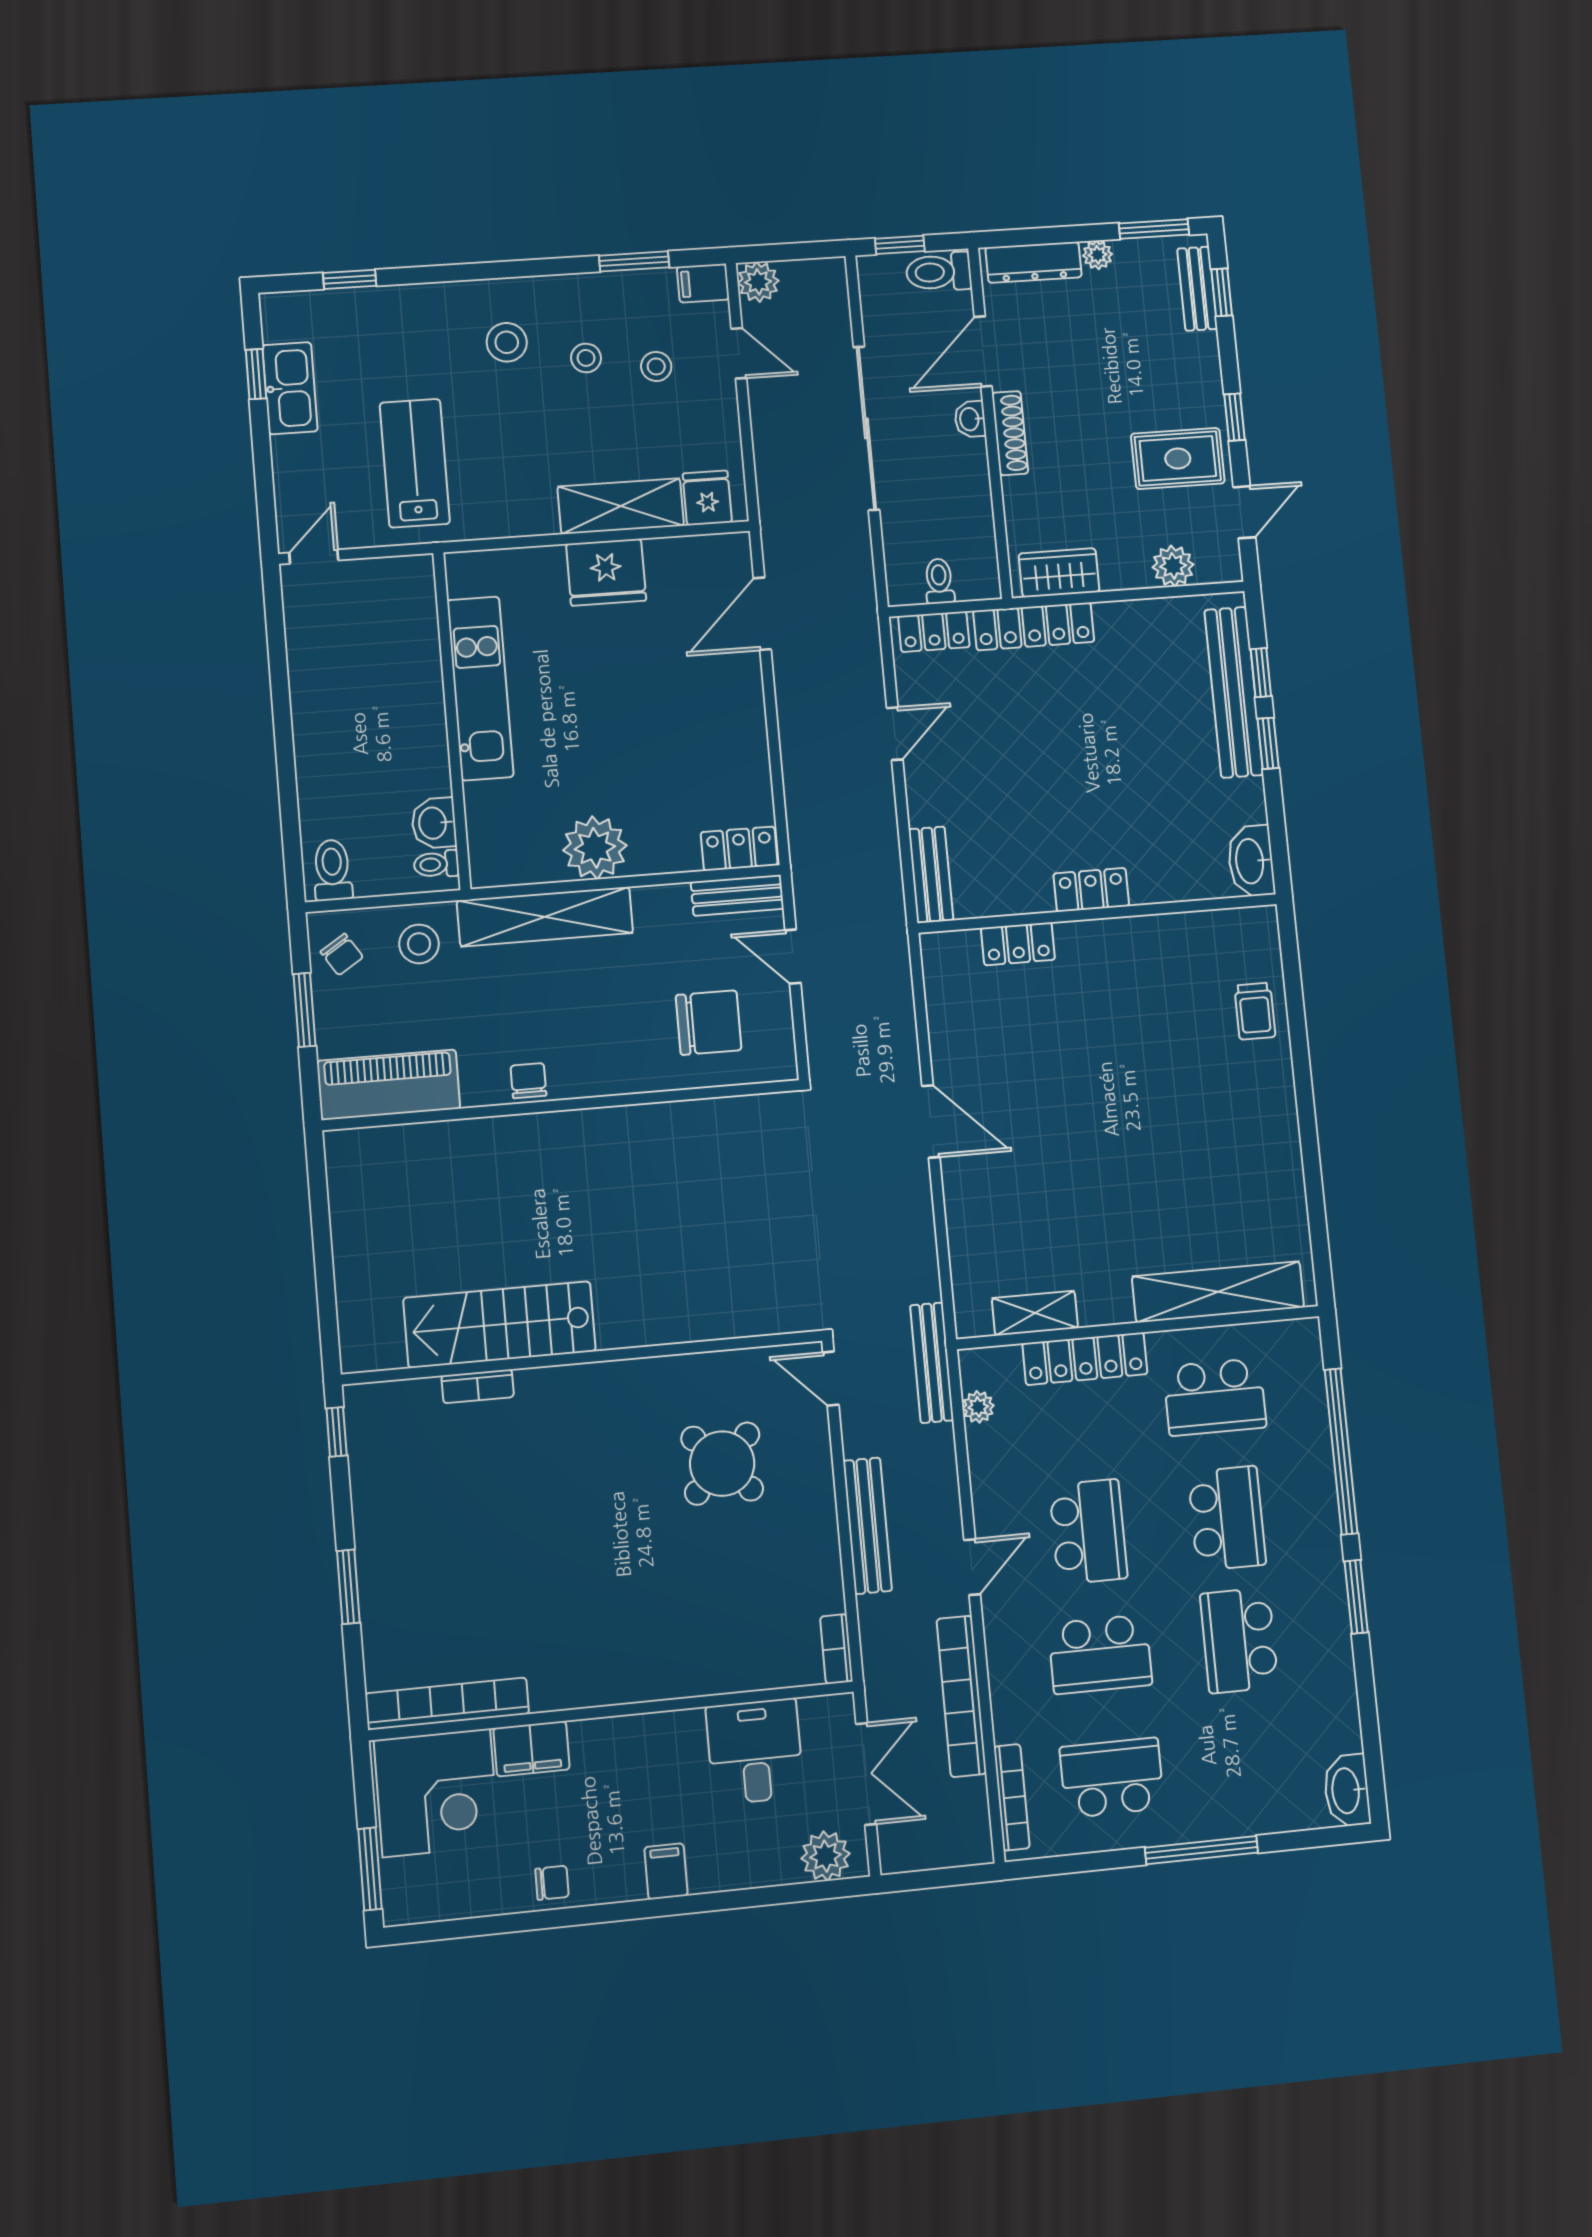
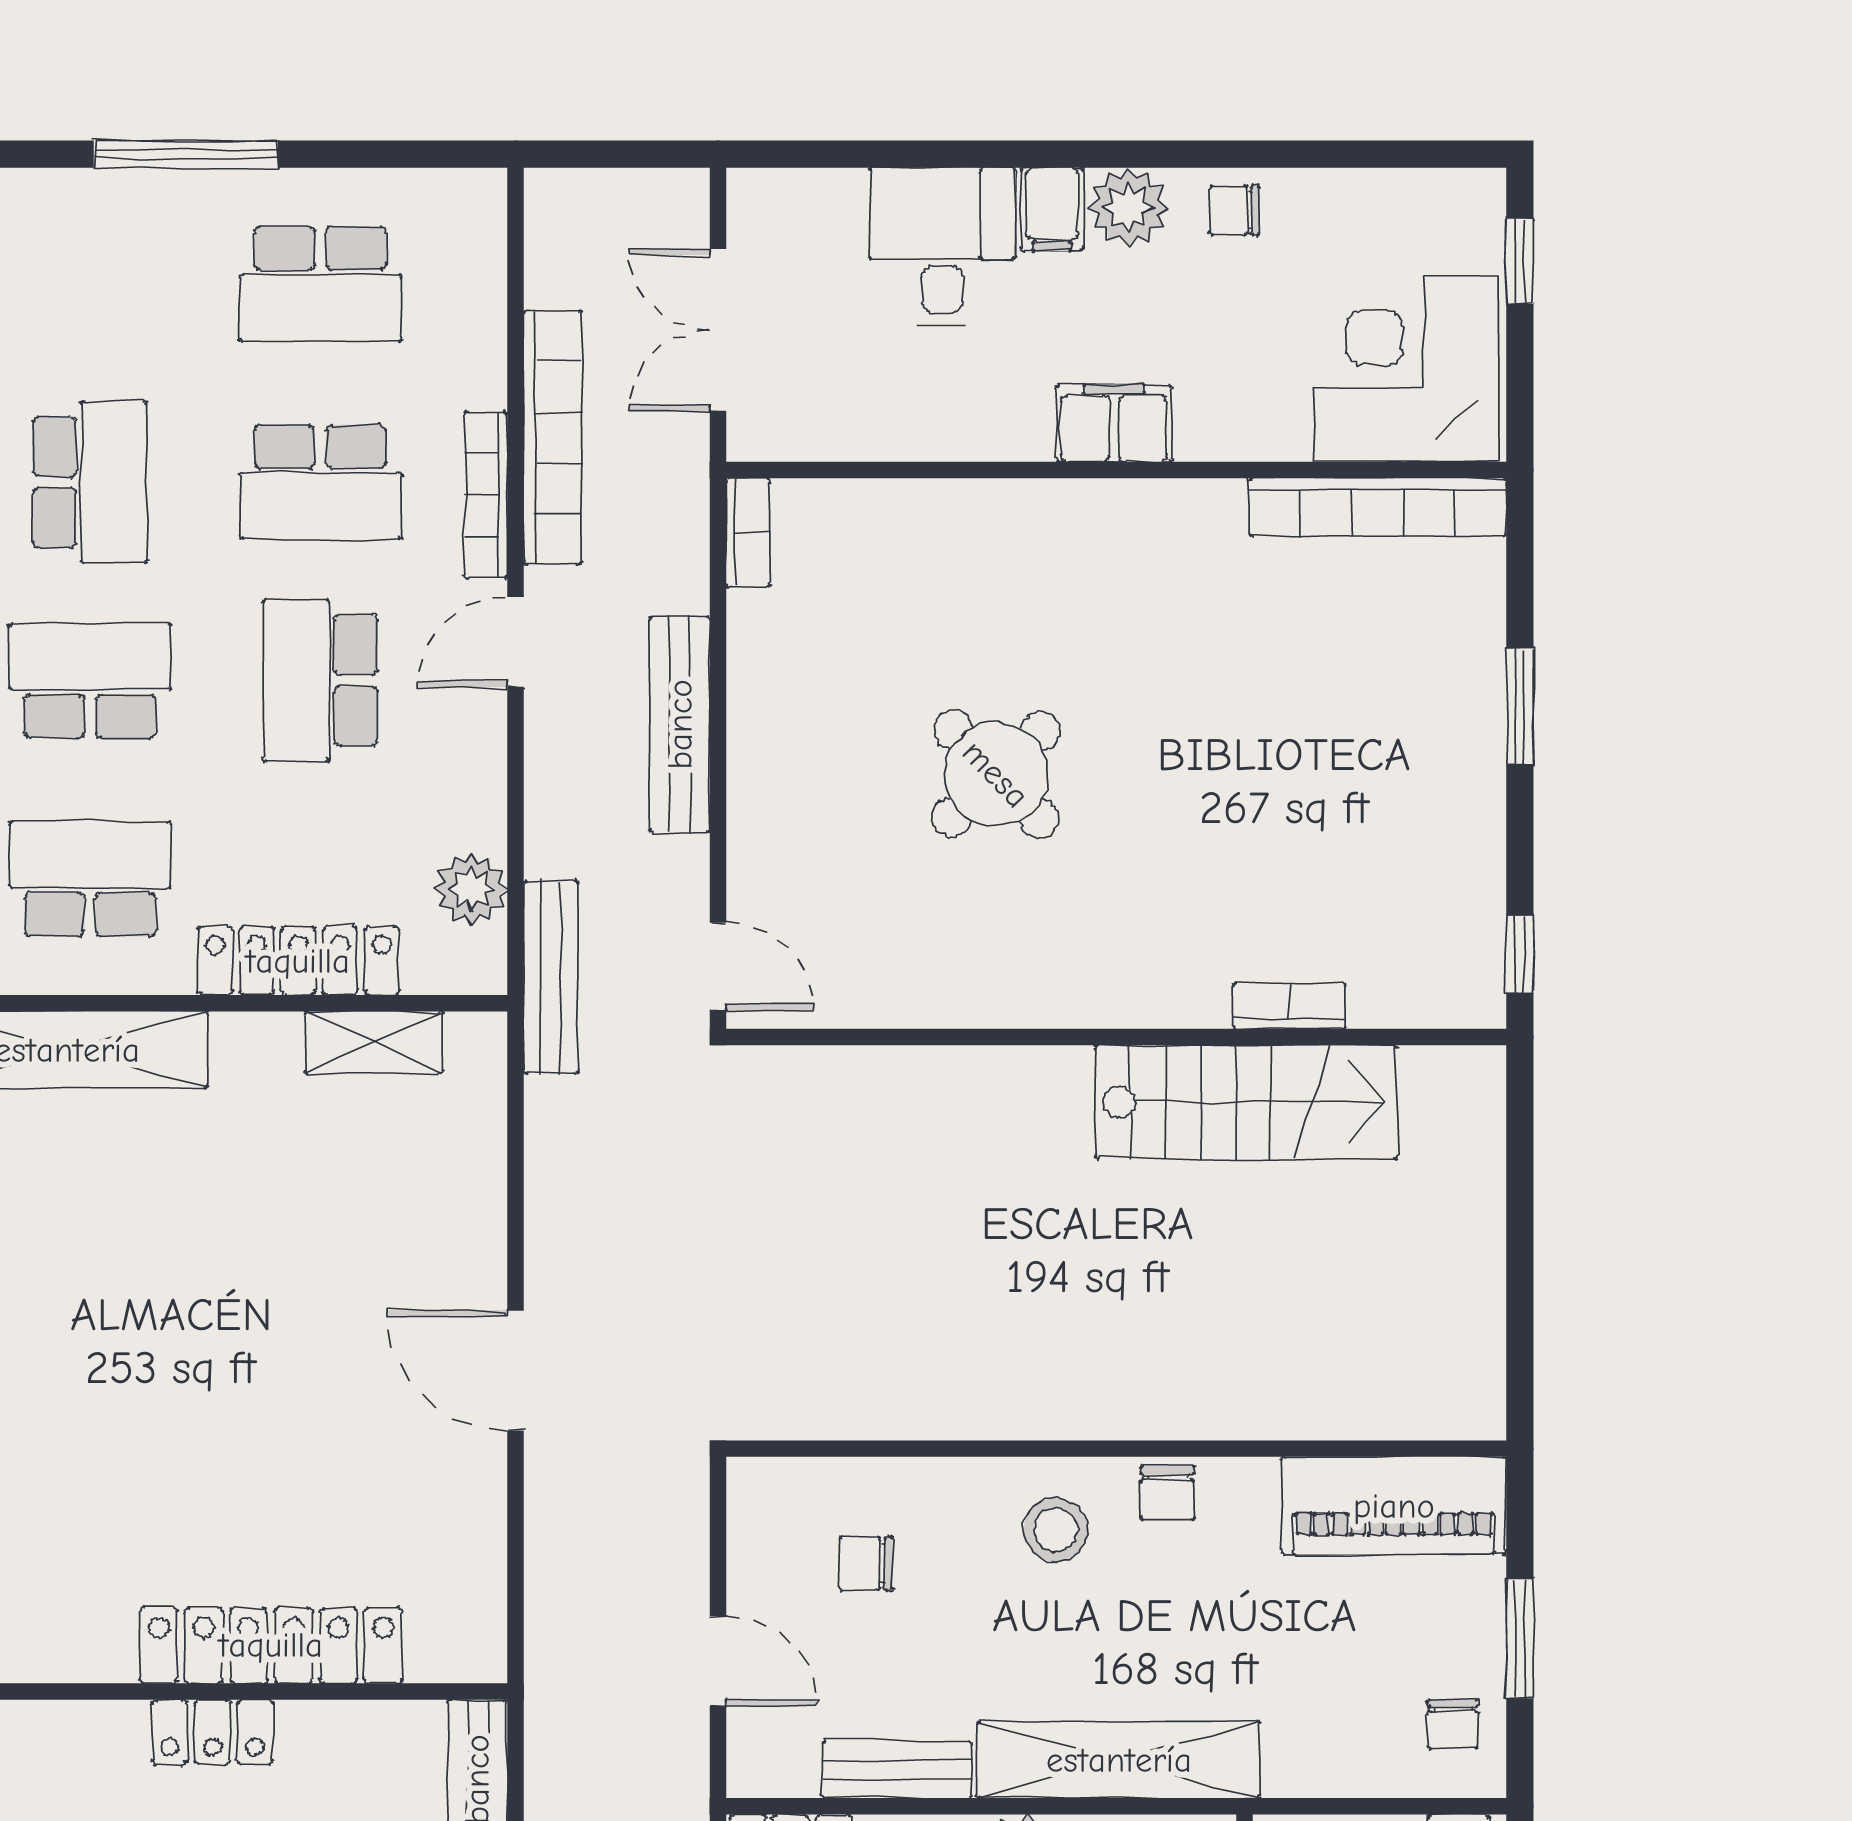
bench: (737, 895) -> (897, 1770), moved
stool: (419, 944) -> (1056, 1530), moved
locker: (1018, 944) -> (271, 1645), width x2.16, depth x1.21
chair: (342, 954) -> (1453, 1724), turned -147
chair: (709, 1023) -> (866, 1564), width x0.54, depth x0.54
plant: (978, 1407) -> (472, 889), width x1.38, depth x1.38
round table: (722, 1464) -> (996, 774), moved
school desk: (1227, 1518) -> (90, 681), turned 90
school desk: (1100, 1654) -> (320, 482), turned 180
filing cabinet: (531, 1749) -> (1114, 423), moved
desk: (755, 1752) -> (942, 247), moved, turned 180
bookcase: (1012, 1797) -> (486, 495), moved
plant: (826, 1856) -> (1128, 207), moved
window: (370, 1869) -> (1520, 261), width x0.67

